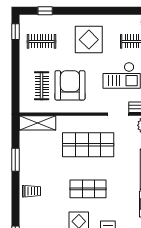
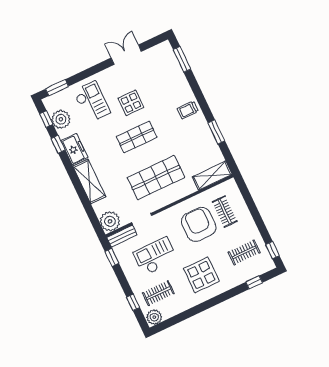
armchair: (70, 85) -> (199, 224), turned 180

